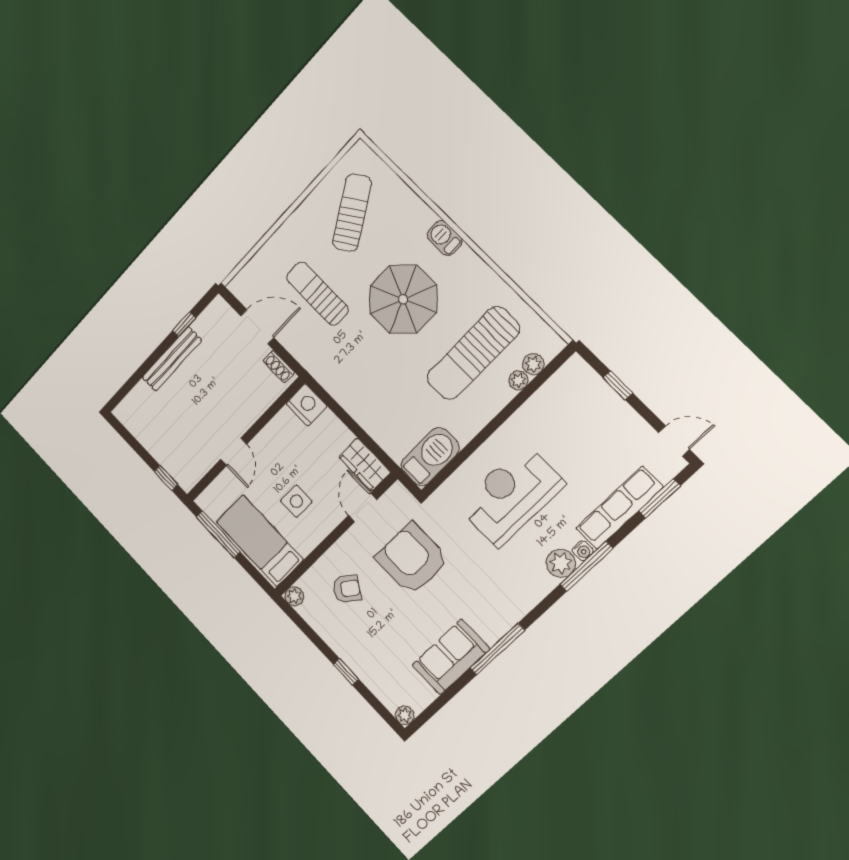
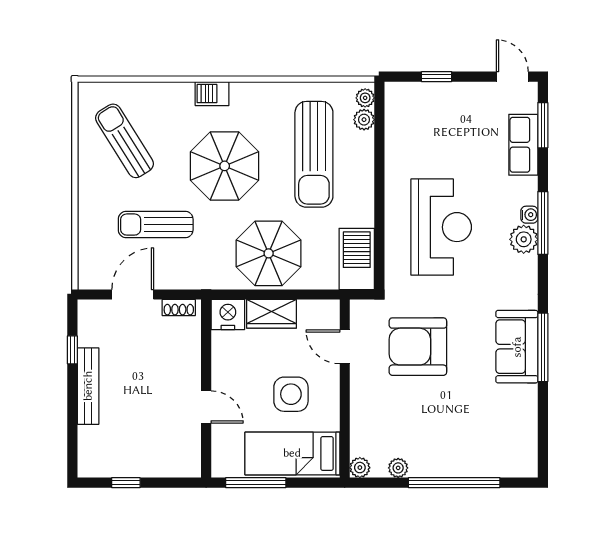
plant: (518, 380) -> (365, 98), moved
parasol: (374, 391) -> (269, 253), added
door: (674, 441) -> (512, 77), hinge flipped
wardrobe: (365, 465) -> (271, 314), moved
window: (166, 478) -> (126, 483), moved
reception desk: (511, 495) -> (441, 227), turned 180
side table: (296, 501) -> (291, 394), width x1.37, depth x1.37
row of seats: (619, 508) -> (523, 145), width x0.68
armchair: (347, 589) -> (393, 420), removed
sofa: (451, 657) -> (517, 347), moved
window: (346, 672) -> (454, 483), width x3.17
plant: (405, 715) -> (398, 468), moved

